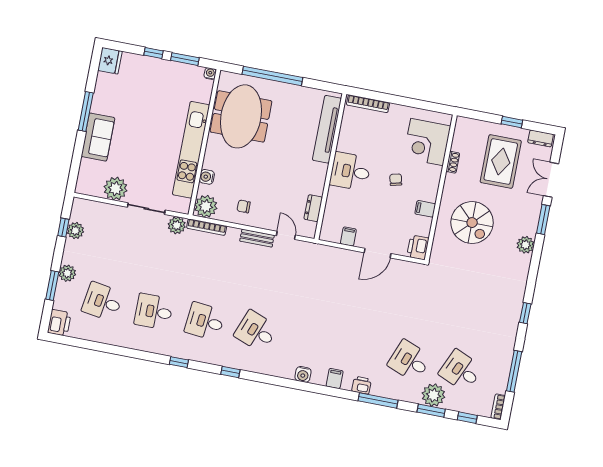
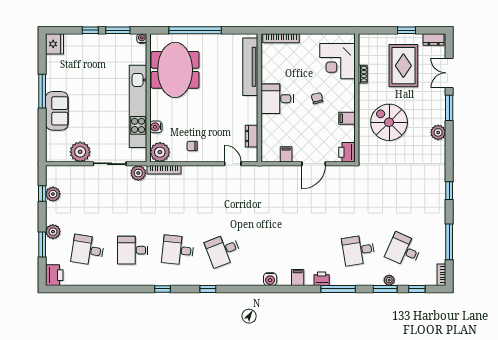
spiral stairs: (472, 223) -> (389, 122), turned 180
bench: (257, 238) -> (209, 171), removed
desk: (256, 331) -> (223, 250), turned -42
desk: (410, 361) -> (358, 250), turned -30
plant: (433, 395) -> (389, 280), width x0.53, depth x0.53

